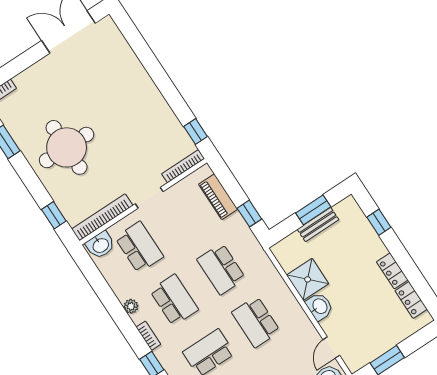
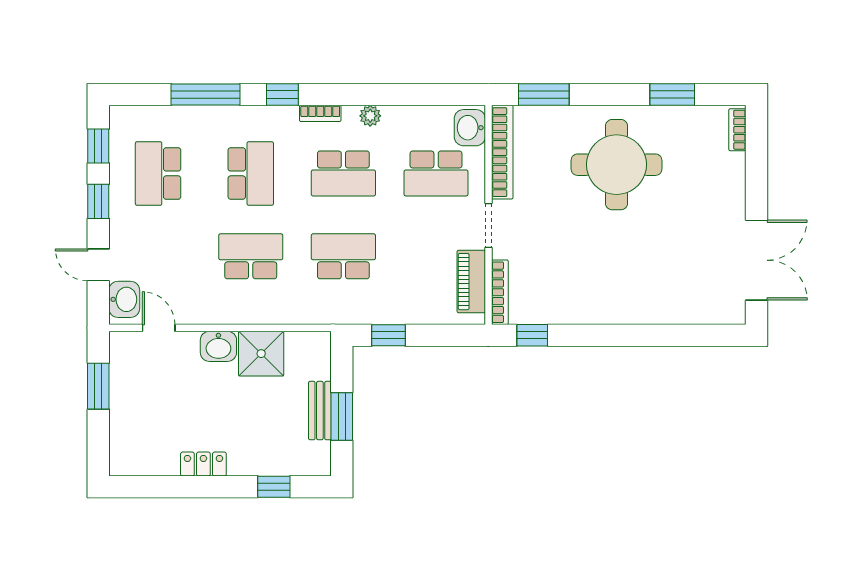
piano: (218, 197) -> (471, 282), moved, turned -90
window: (54, 215) -> (544, 94), width x1.50
locker: (411, 300) -> (153, 464), removed

